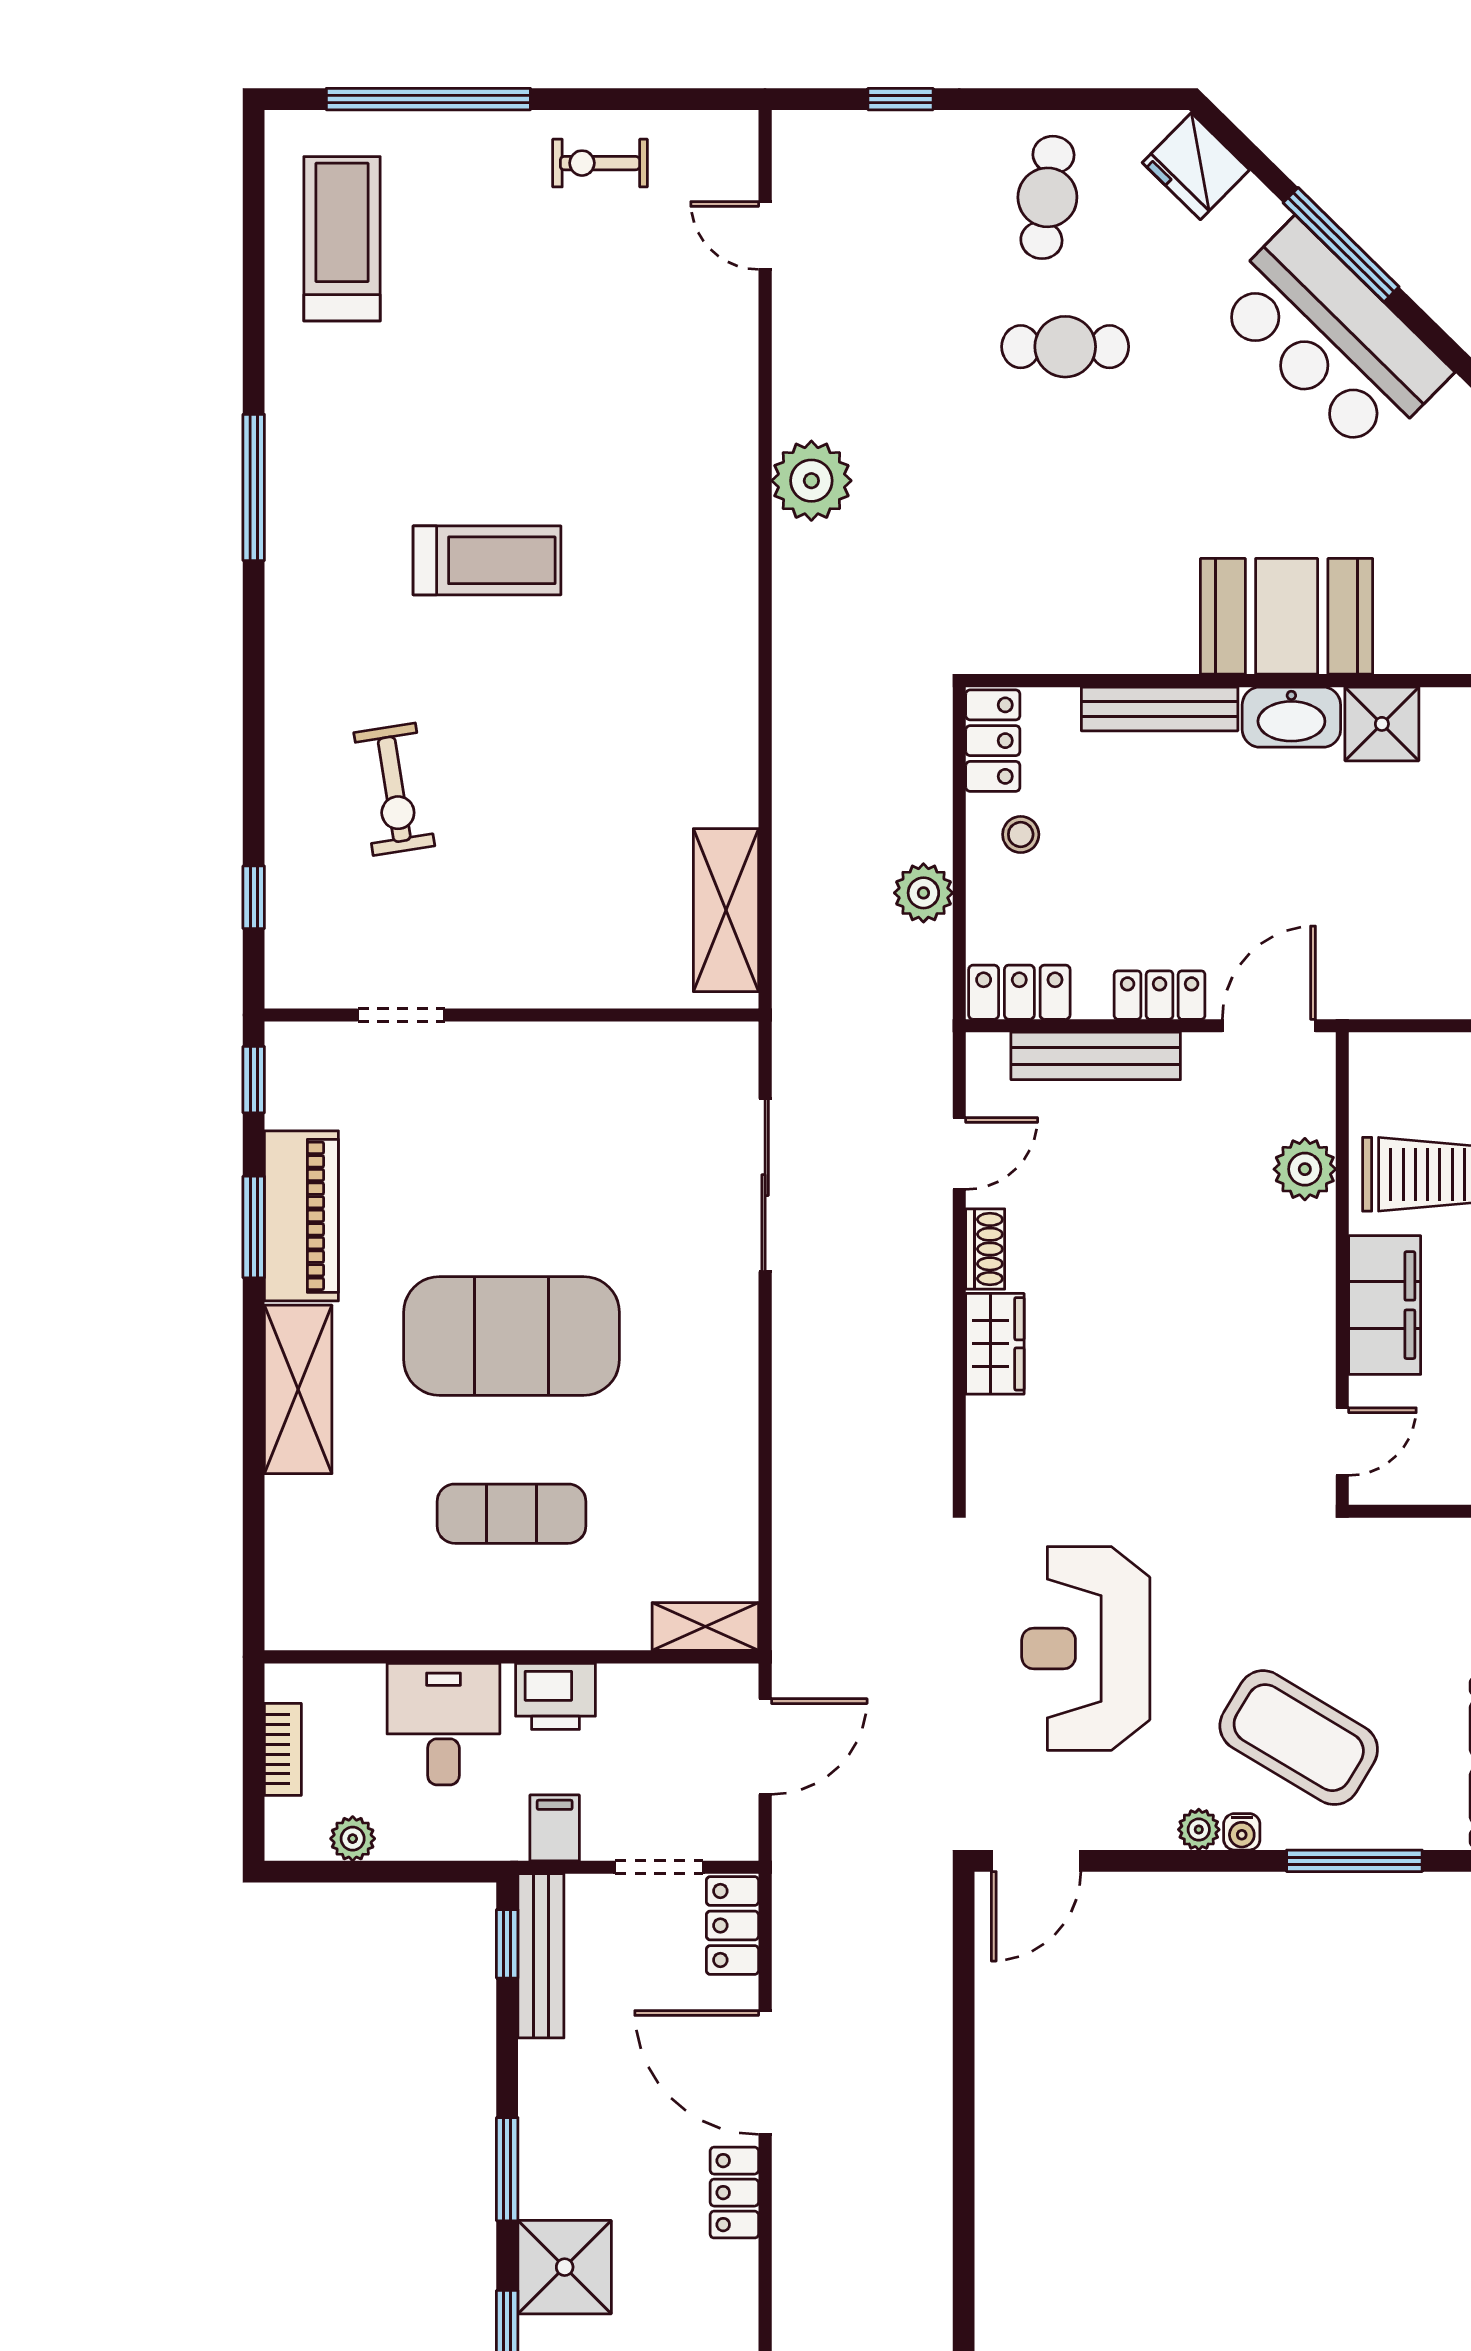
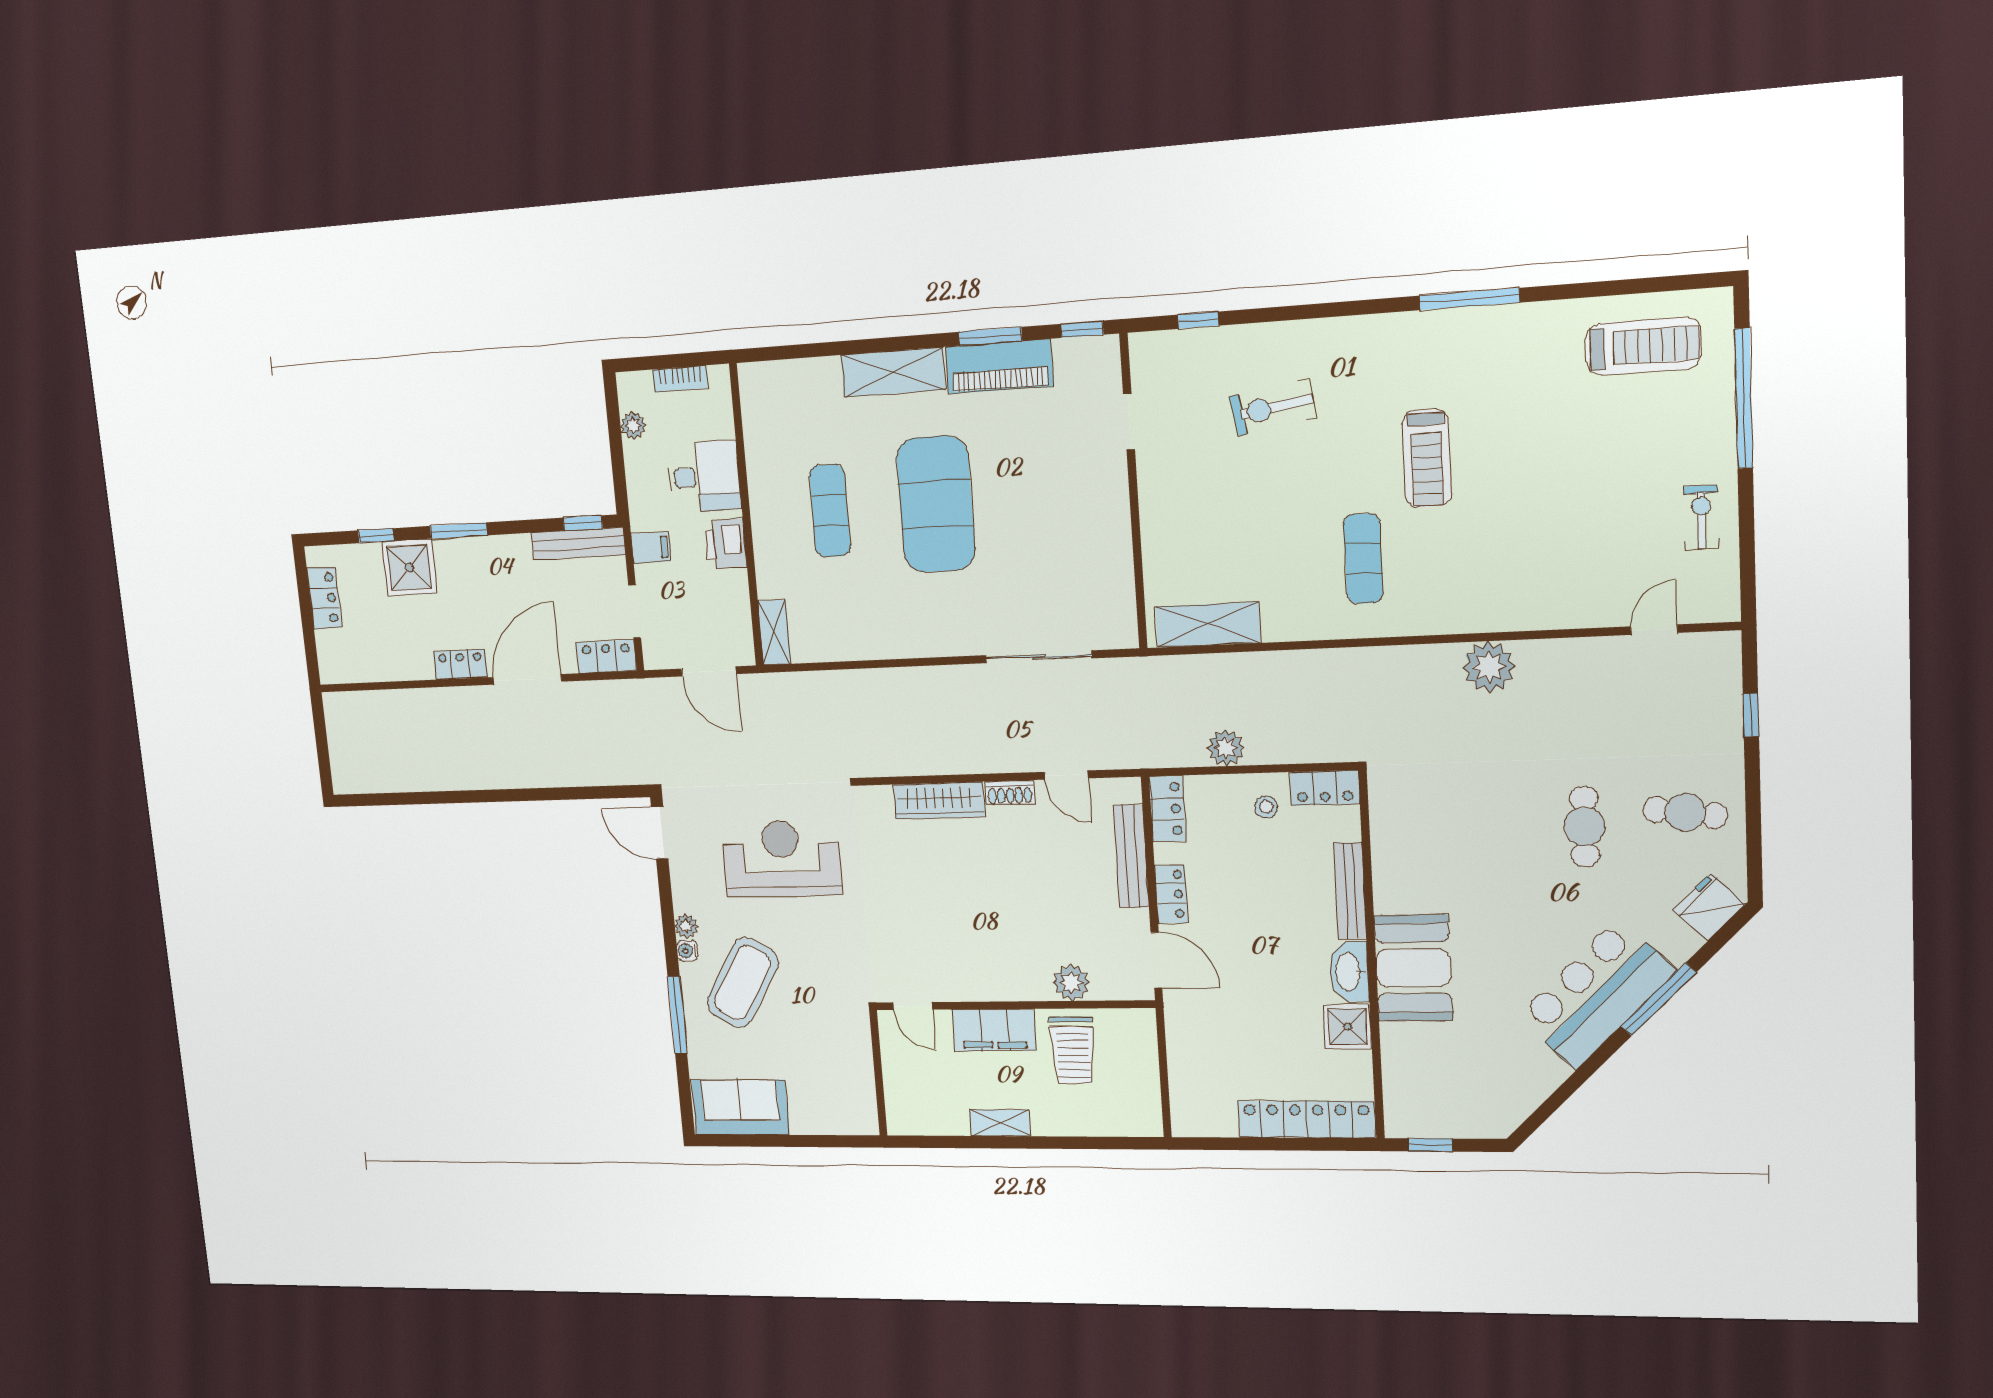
exercise mat: (635, 663) -> (1363, 559), added
wardrobe: (995, 1344) -> (939, 801), width x1.50

